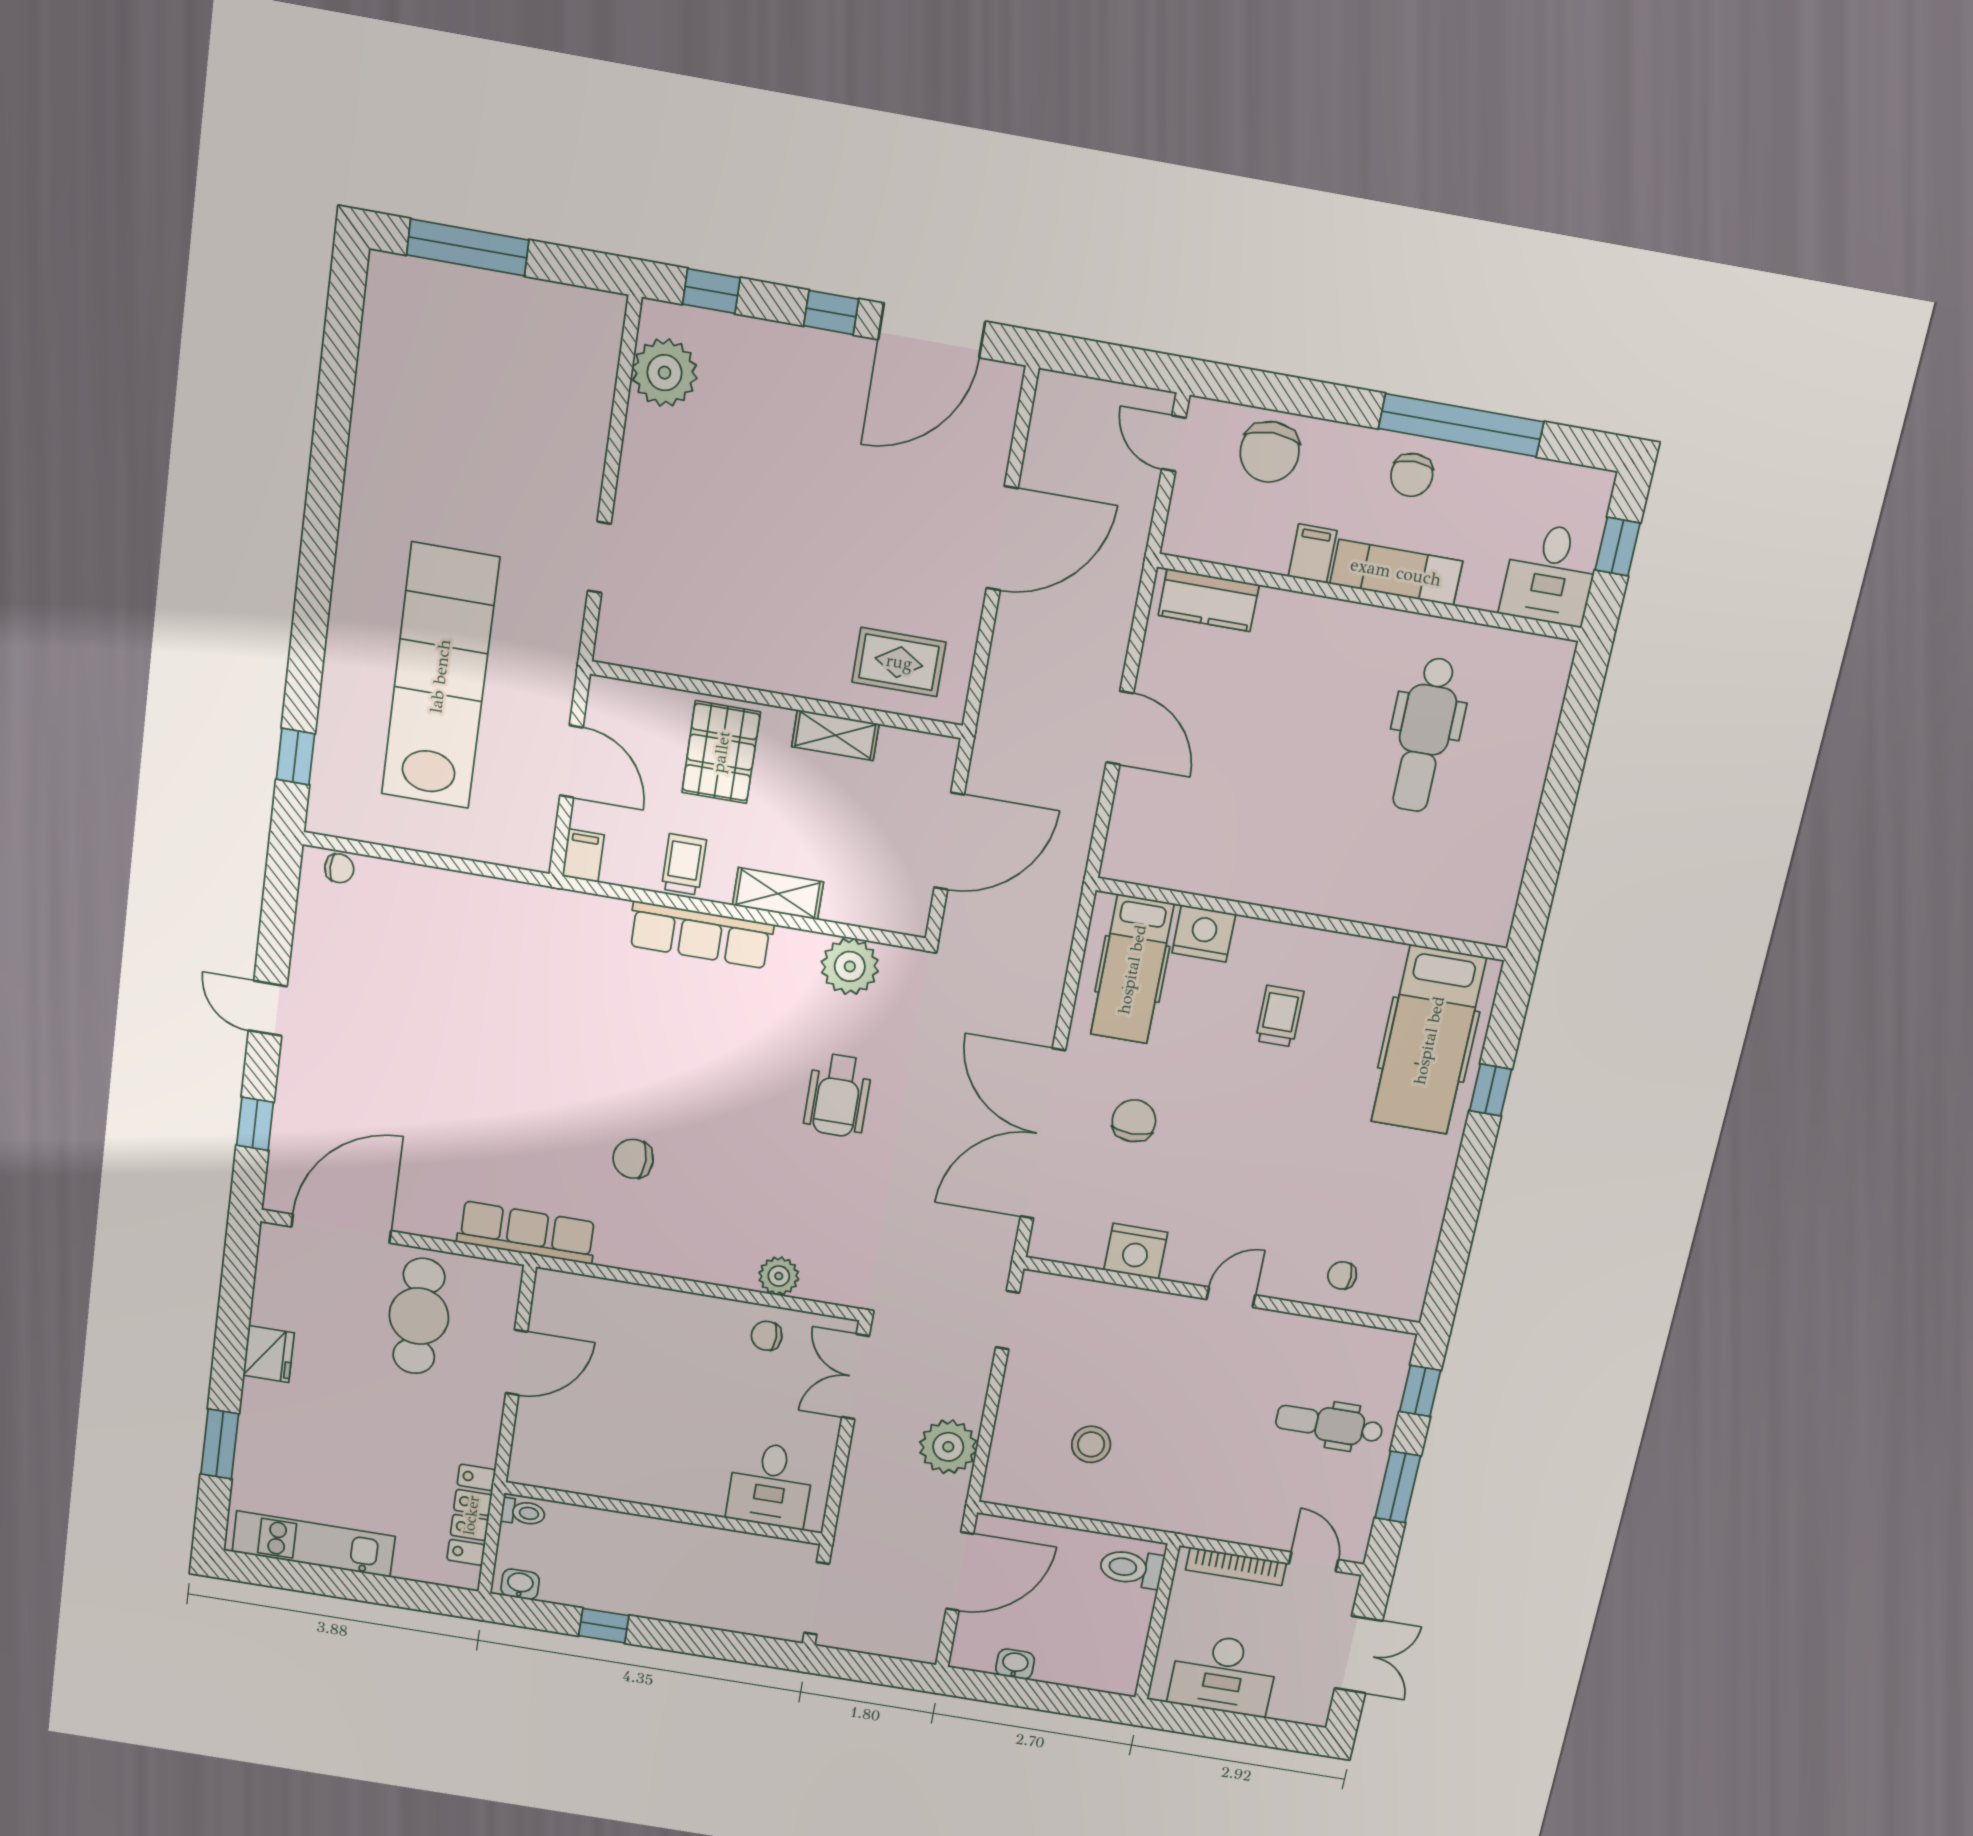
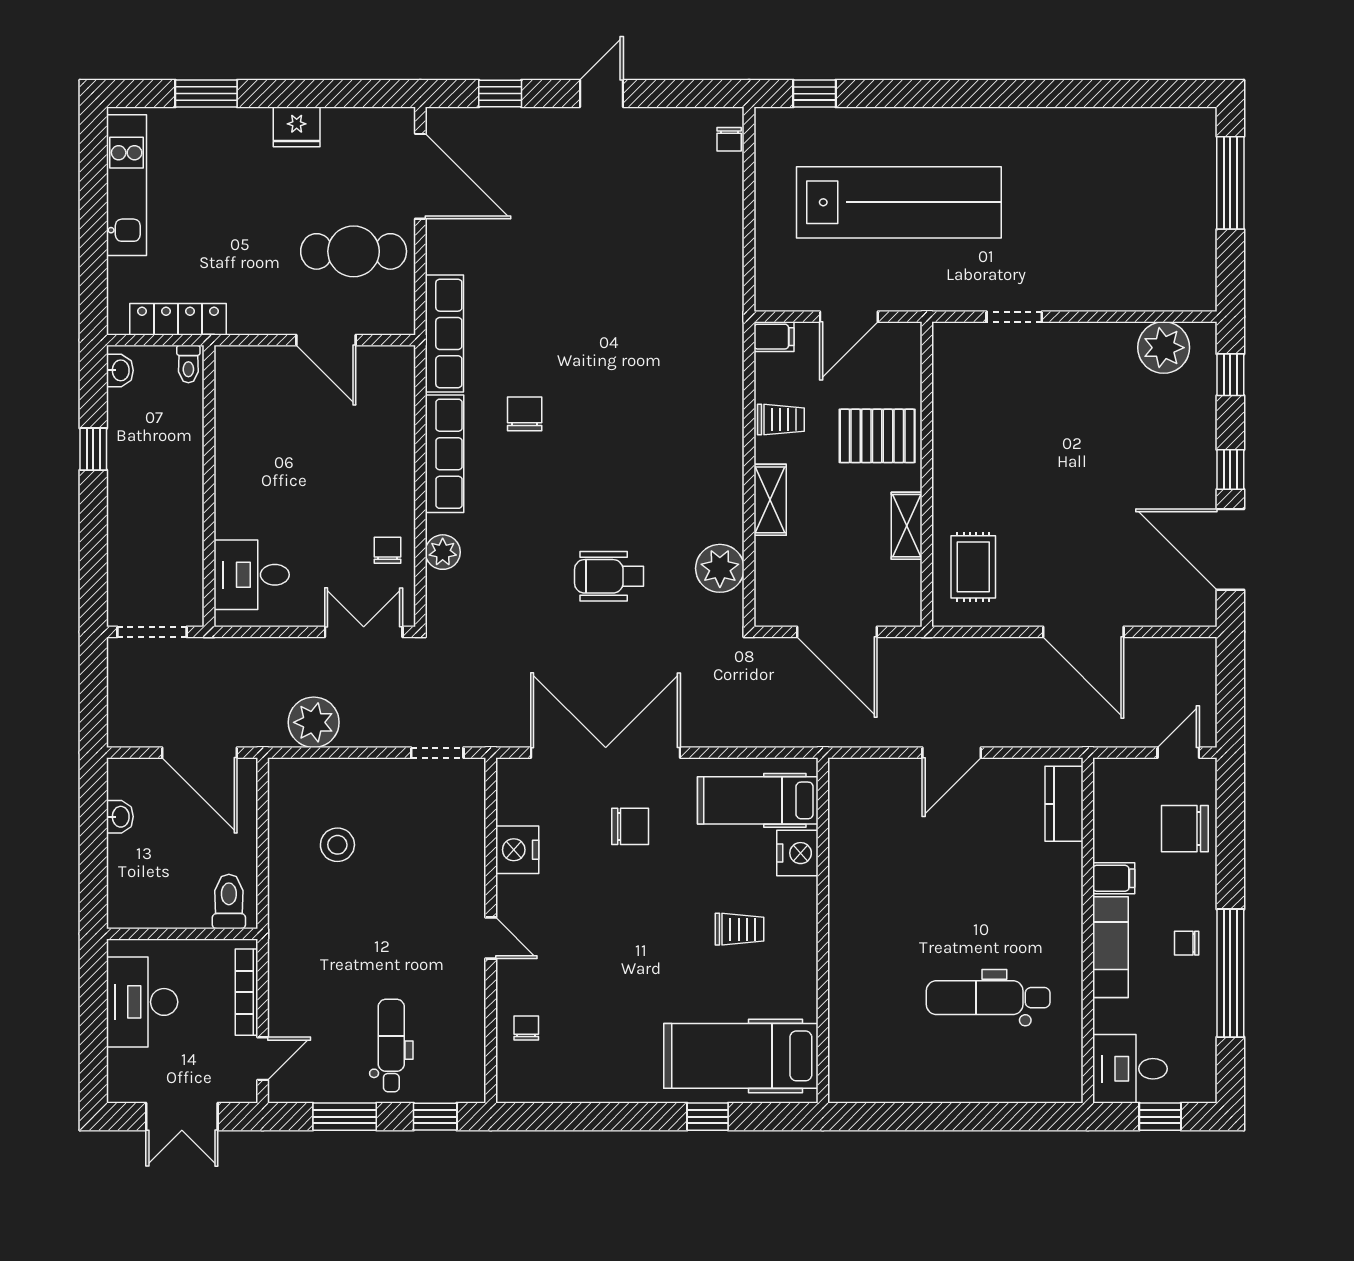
chair: (1412, 475) -> (1187, 943), width x0.73, depth x0.73
row of seats: (701, 935) -> (444, 454), moved, turned 180

